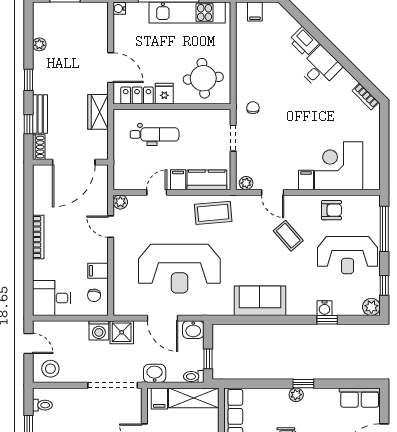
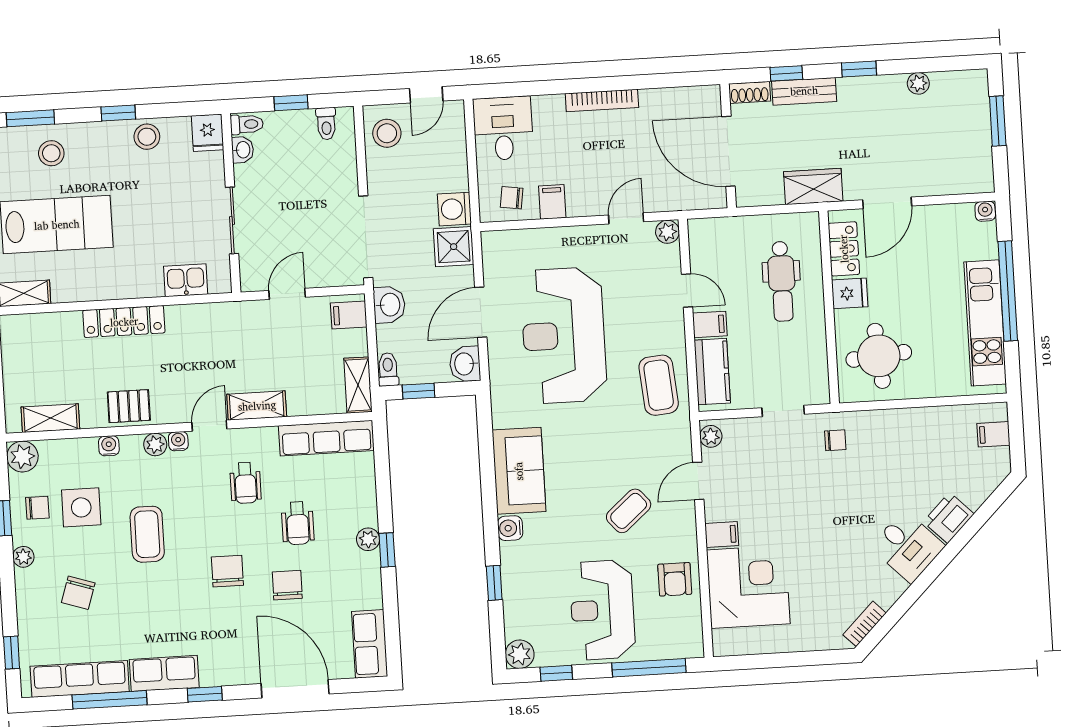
water cooler: (324, 308) -> (510, 528), moved
shelving: (194, 398) -> (358, 385), width x0.67, depth x0.75

